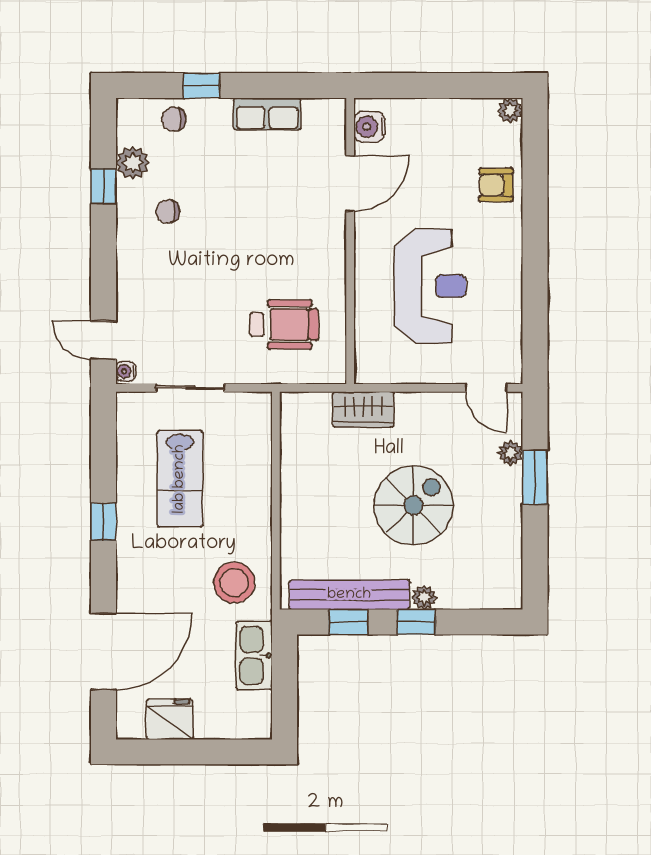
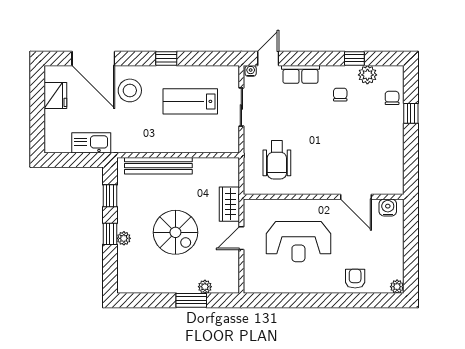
row of seats: (267, 114) -> (300, 74), moved, turned -90
door: (486, 388) -> (241, 238), moved
stool: (234, 583) -> (130, 90), moved
bench: (349, 595) -> (158, 166), moved, turned 90

